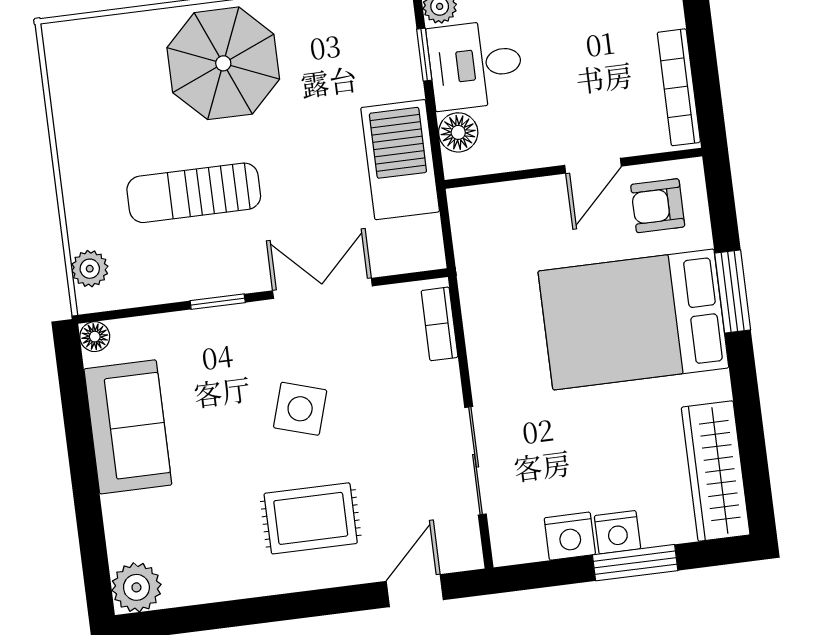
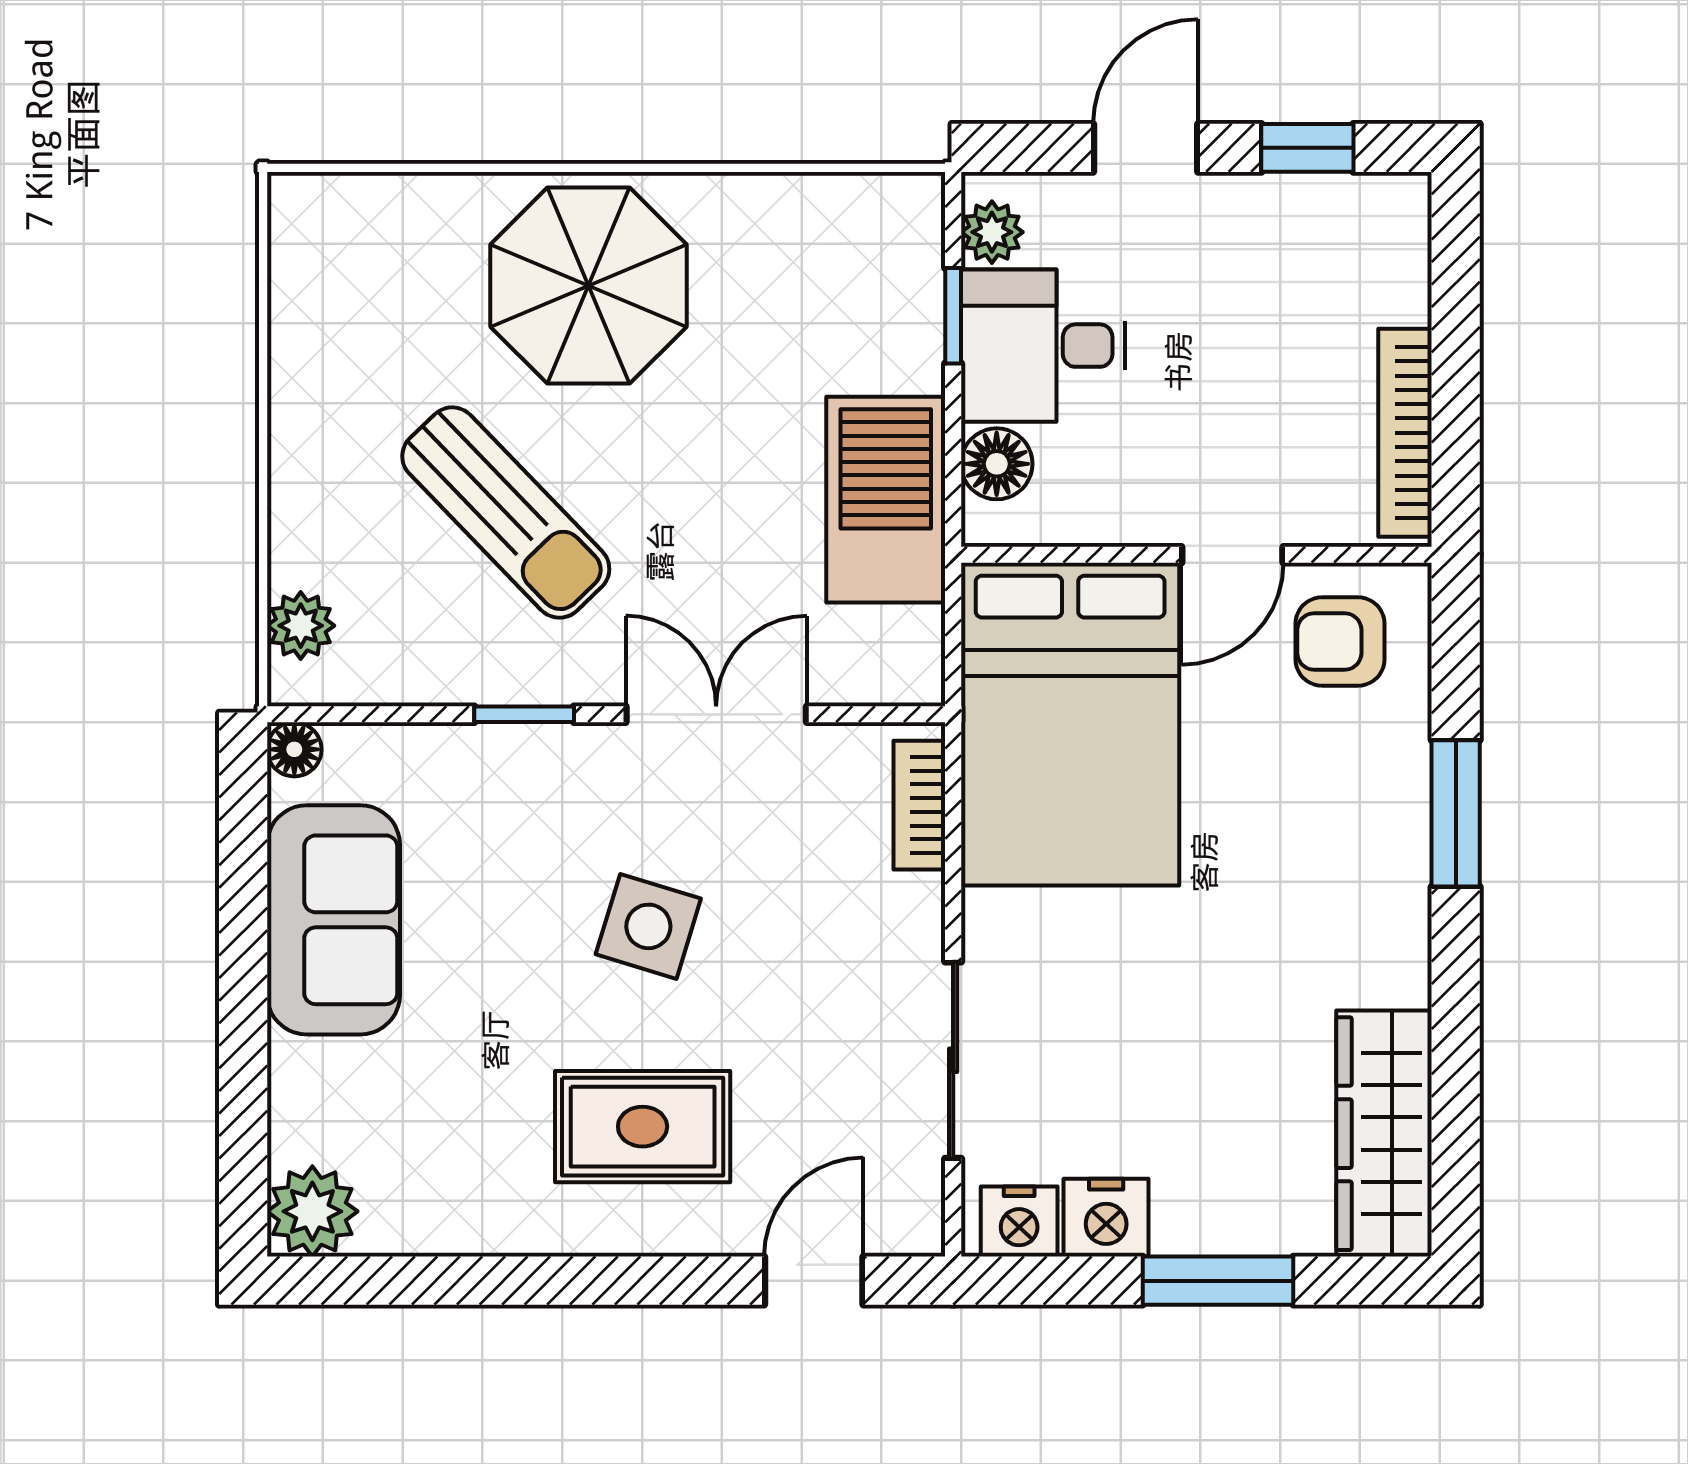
sun lounger: (194, 193) -> (506, 513), turned -134
bed: (633, 319) -> (1070, 724), moved, turned -90
nightstand: (617, 532) -> (1019, 1222), moved

